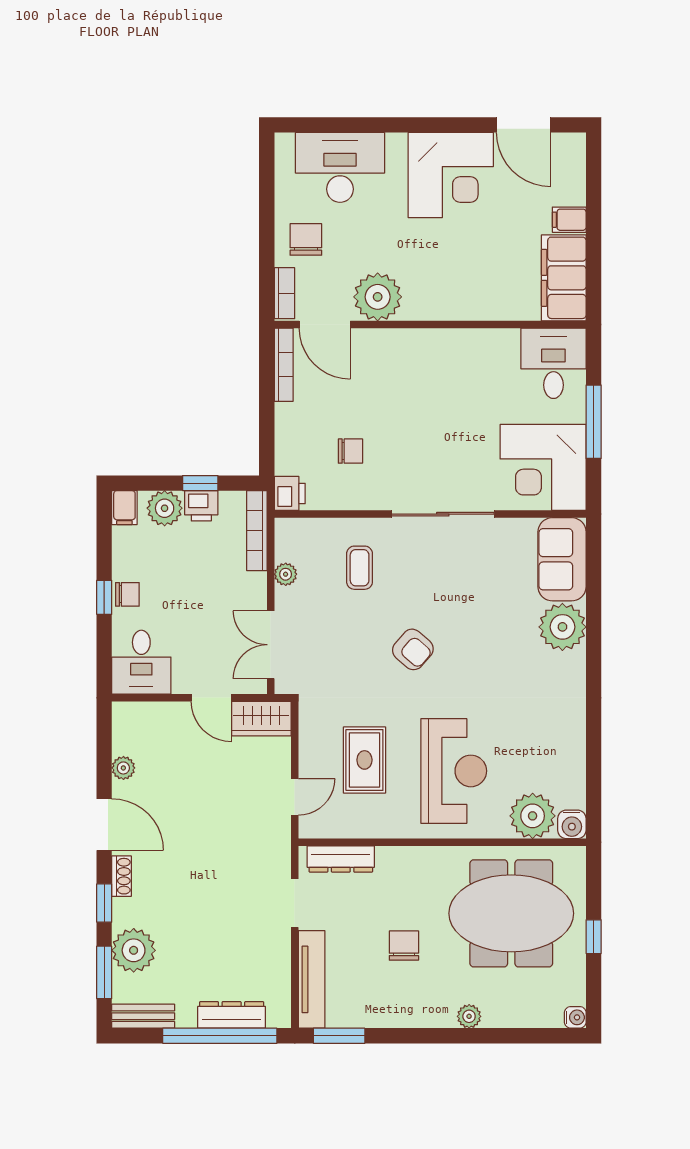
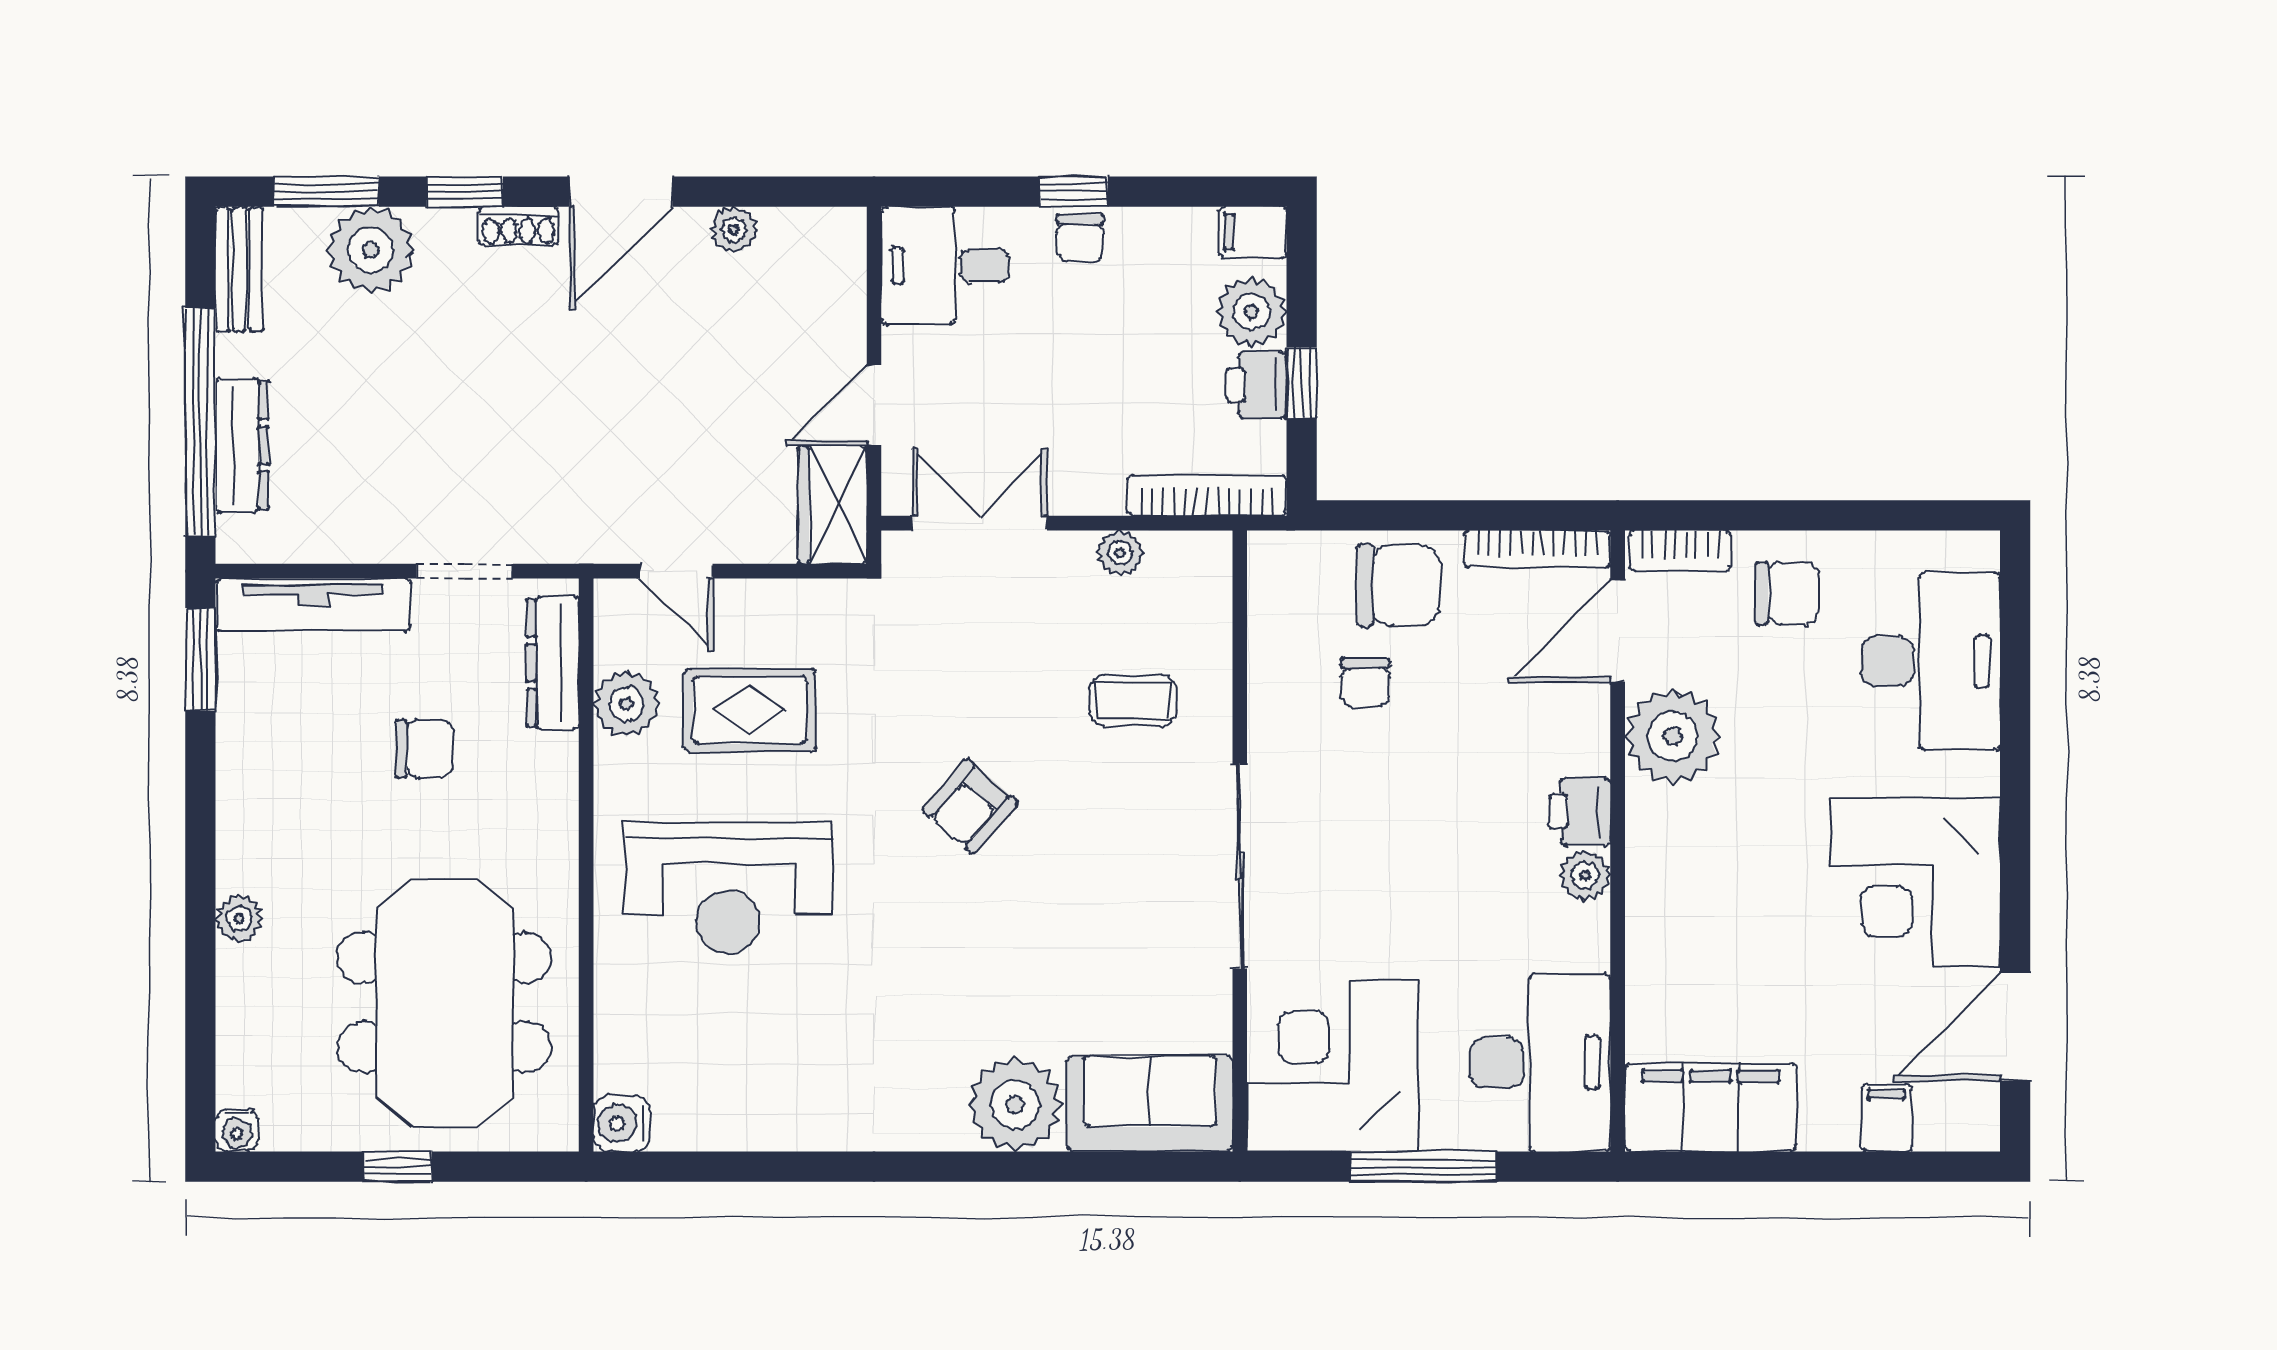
filing cabinet: (569, 220) -> (1886, 1118), moved
plant: (447, 341) -> (1585, 876), added
desk: (553, 363) -> (1540, 1062), width x1.37
chair: (302, 435) -> (1398, 585), added
printer: (290, 493) -> (1580, 811), moved, turned 90
plant: (533, 816) -> (626, 704), moved, width x0.73, depth x0.73
chair: (404, 946) -> (424, 748), moved

